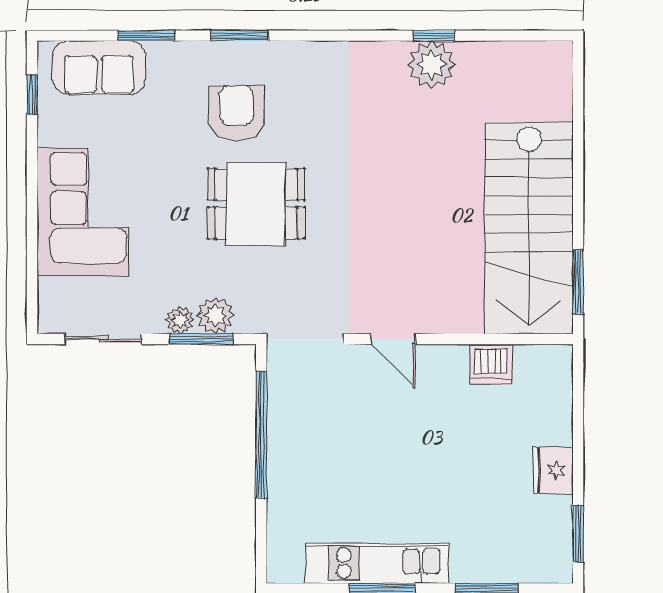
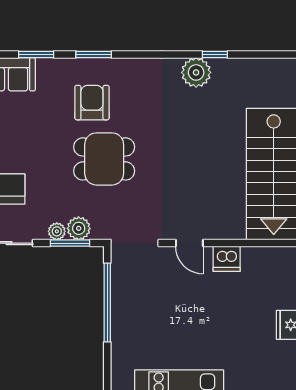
plant: (432, 65) -> (196, 72), moved
dishwasher: (491, 364) -> (227, 259), moved

